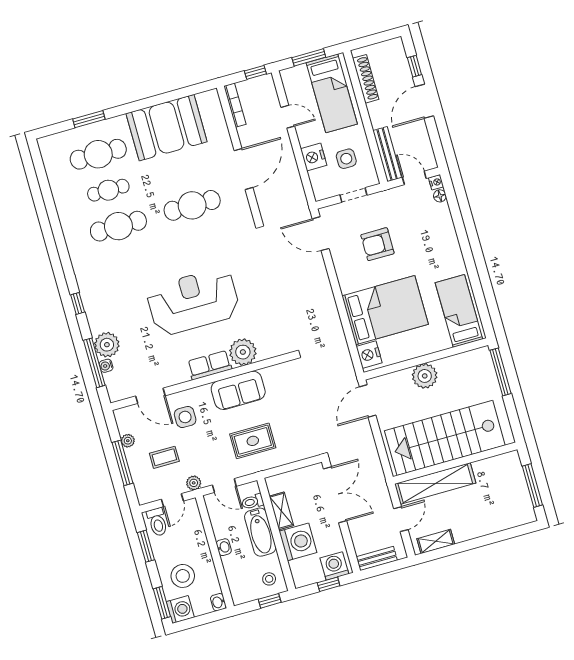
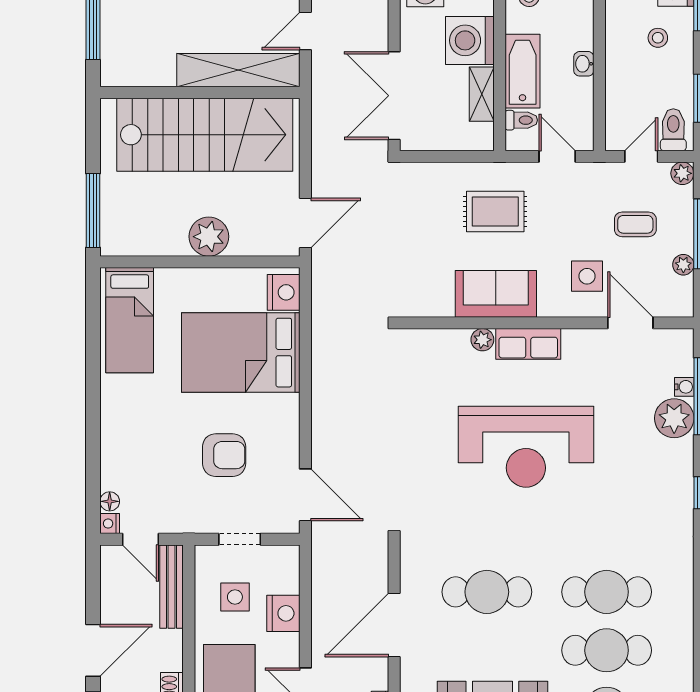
cafe table: (108, 190) -> (607, 650), width x1.37, depth x1.35
plant: (243, 352) -> (482, 340), width x0.53, depth x0.53
plant: (194, 483) -> (682, 173), moved
stool: (183, 576) -> (658, 38), width x0.53, depth x0.53

